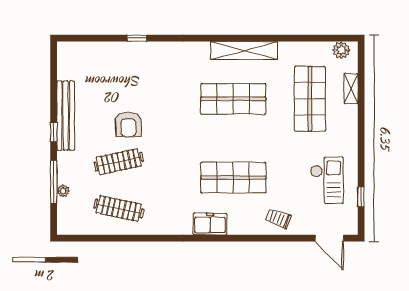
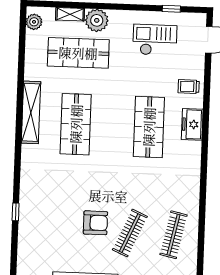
plant: (345, 117) -> (97, 20), added
clothes rail: (119, 162) -> (130, 233), turned 36
trolley: (278, 219) -> (189, 87), turned 70
freezer: (210, 224) -> (192, 124), moved

